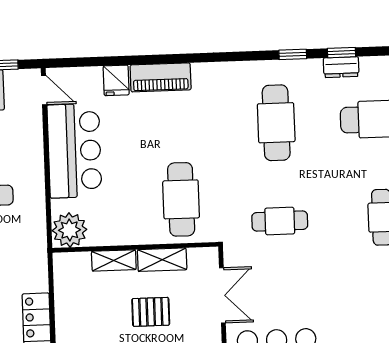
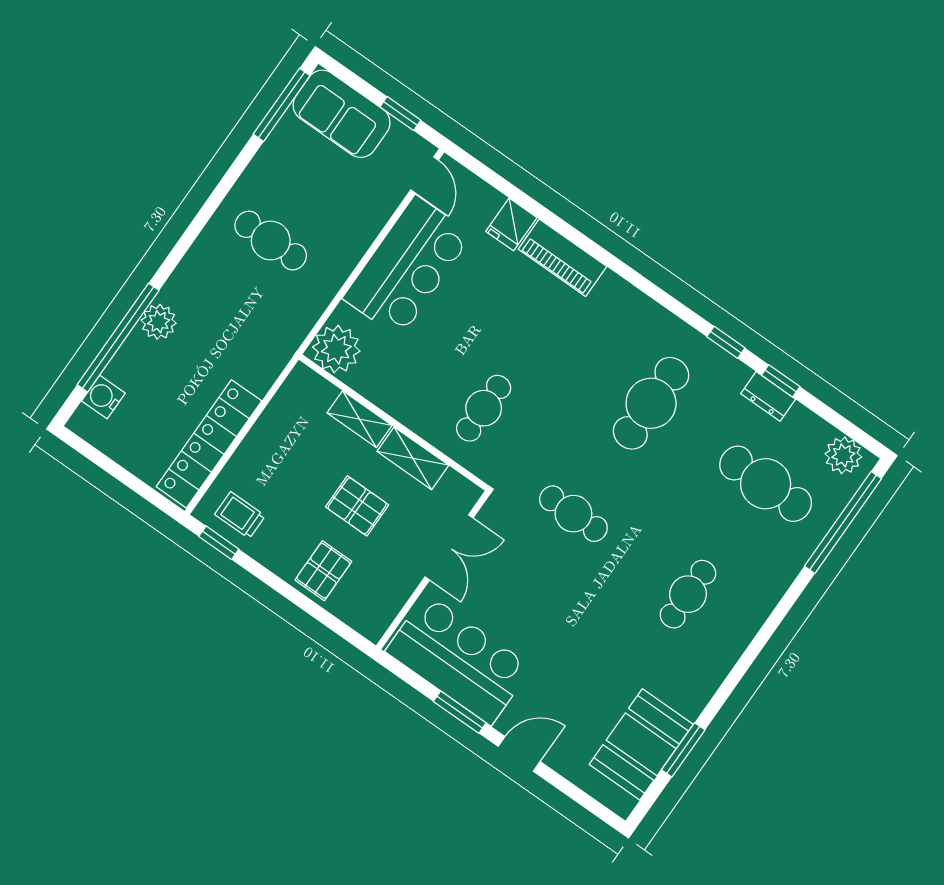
cafe table: (181, 199) -> (484, 408), width x0.73, depth x0.74

